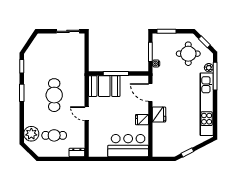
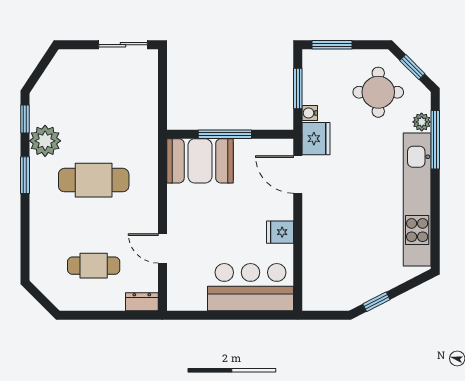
cafe table: (54, 95) -> (94, 180), turned 90
door: (87, 114) -> (162, 248), moved
fridge: (159, 115) -> (316, 139), moved
plant: (31, 134) -> (45, 141), moved

